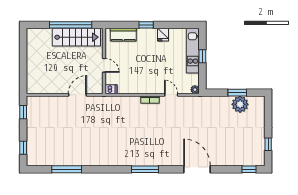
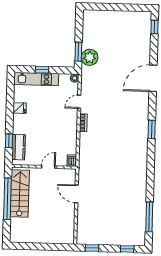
window: (146, 25) -> (9, 141), moved
window: (237, 93) -> (78, 52), moved
plant: (240, 104) -> (90, 57), moved
window: (268, 144) -> (130, 8), removed
window: (67, 169) -> (149, 217), moved
window: (145, 169) -> (152, 129), width x0.69

